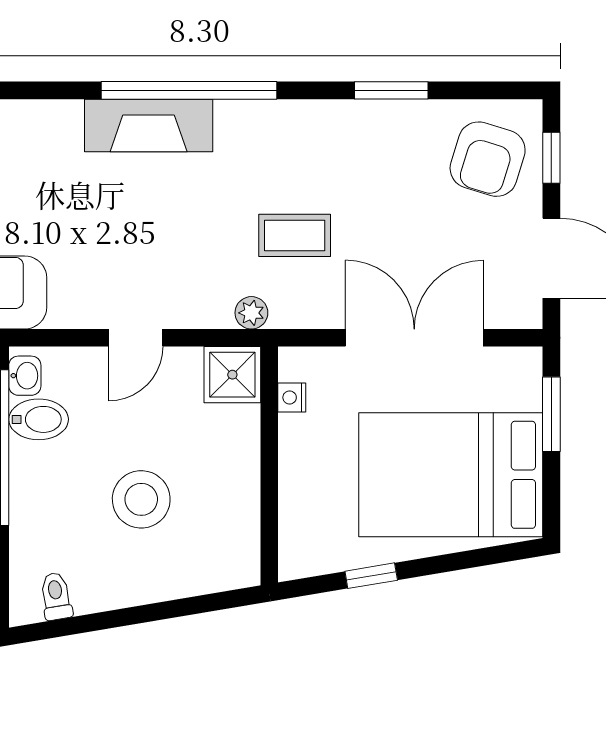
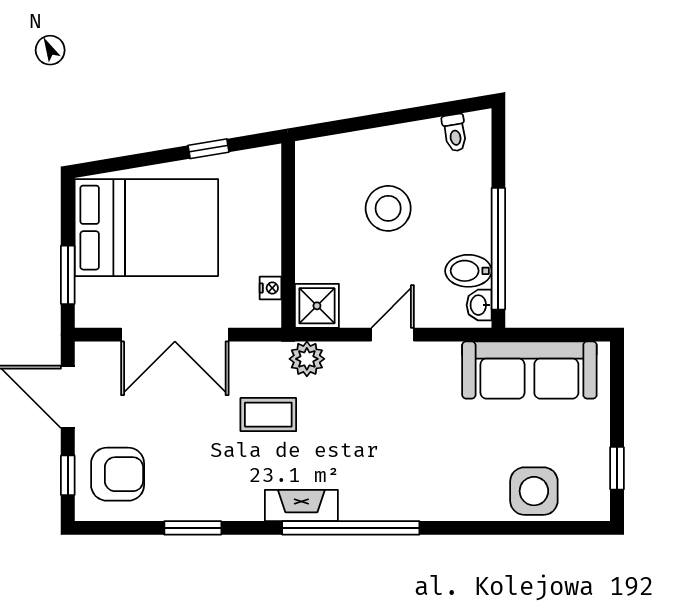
fireplace: (149, 125) -> (301, 505), moved, width x0.73, depth x0.76
armchair: (488, 159) -> (118, 474), turned 73
plant: (251, 313) -> (307, 359), width x1.38, depth x1.38

